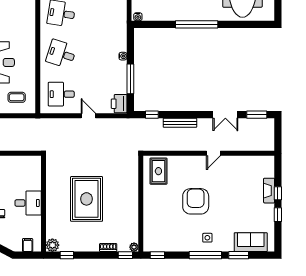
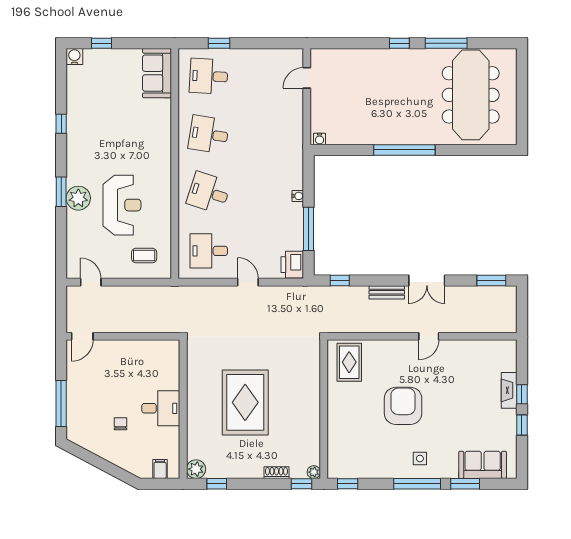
double door: (225, 115) -> (427, 280), moved
bench: (180, 123) -> (387, 292), width x0.73

